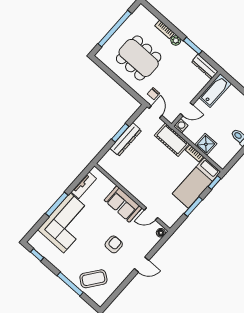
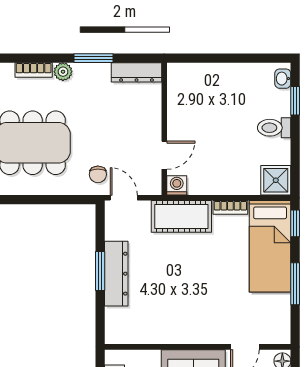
bathtub: (215, 91) -> (181, 93), removed
shower: (206, 144) -> (276, 180), moved

